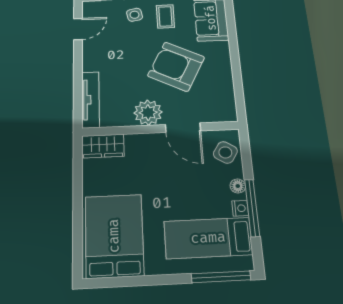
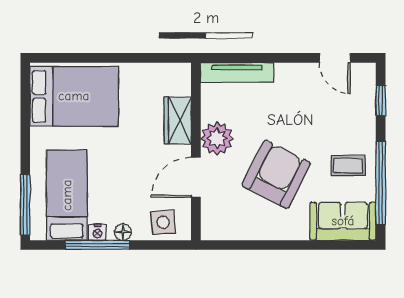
side table: (134, 15) -> (352, 127), removed
wardrobe: (103, 146) -> (178, 120), moved
side table: (225, 152) -> (163, 222), turned -37

